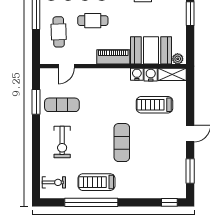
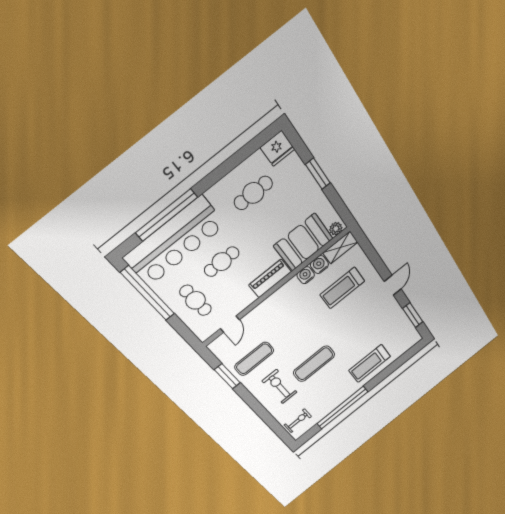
exercise bike: (62, 142) -> (280, 387), turned 180
exercise mat: (122, 143) -> (314, 364), moved, turned 90
treadmill: (97, 182) -> (370, 363), moved
window: (169, 202) -> (411, 353), removed

